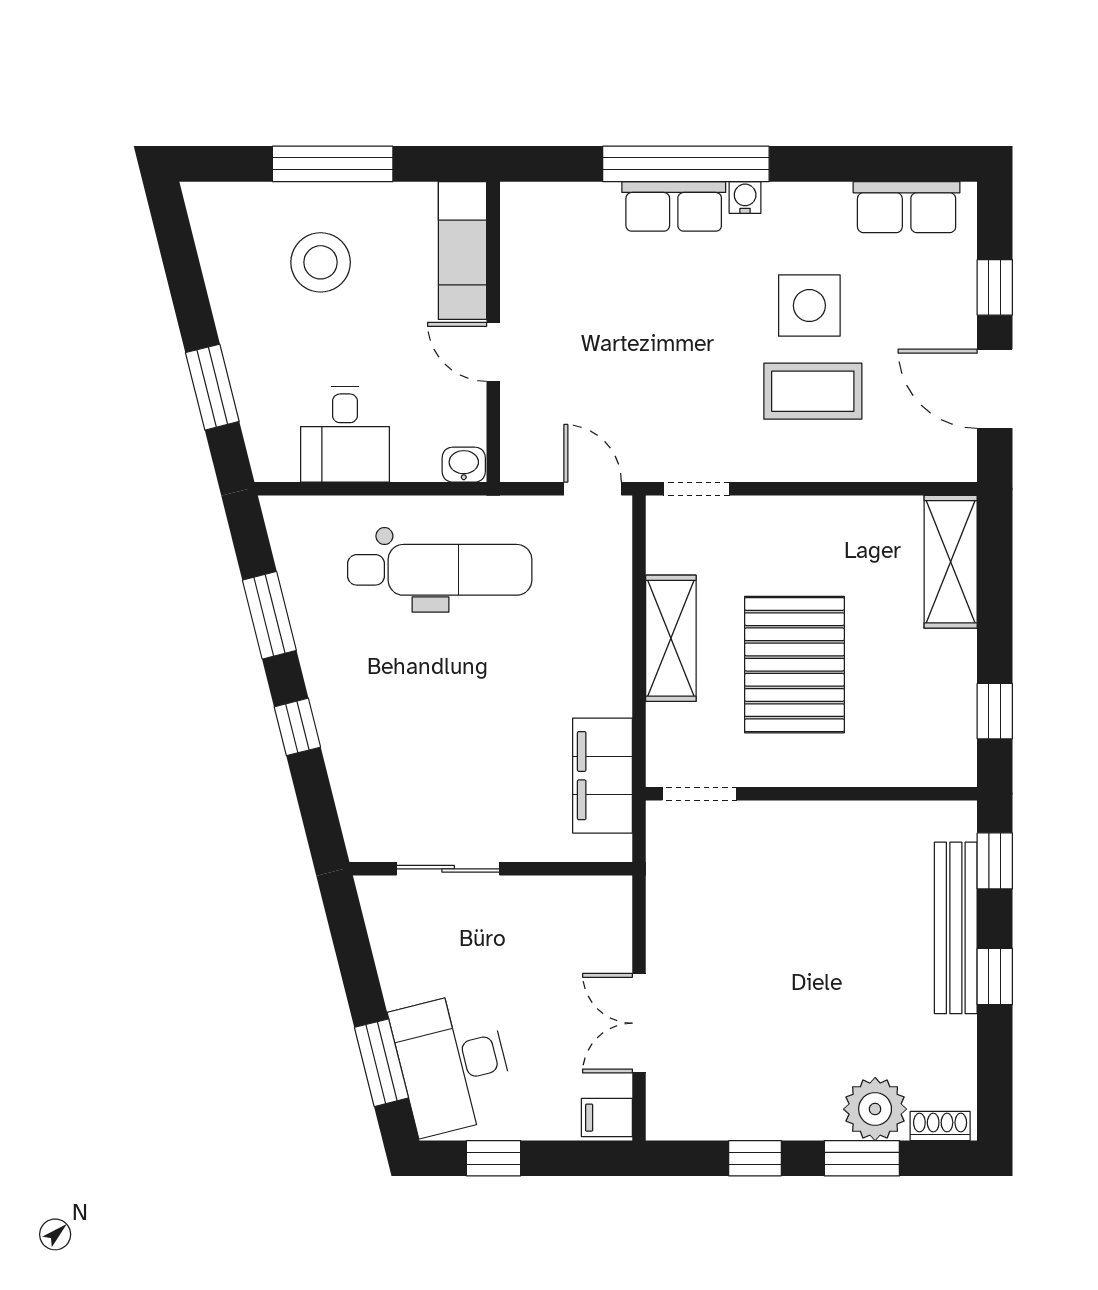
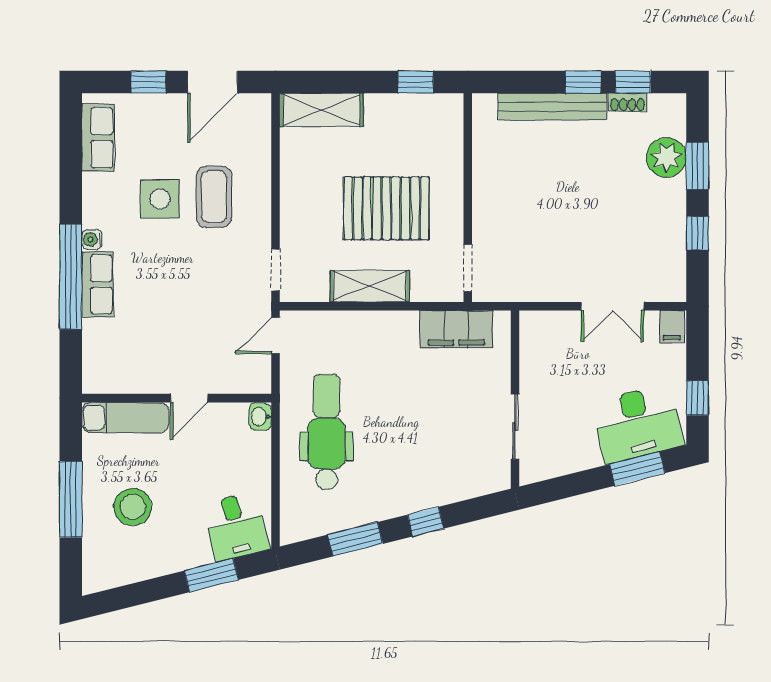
desk: (345, 434) -> (236, 526), moved, turned 76
window: (995, 861) -> (633, 82), moved
shoe rack: (940, 1126) -> (628, 102), moved, turned -90

